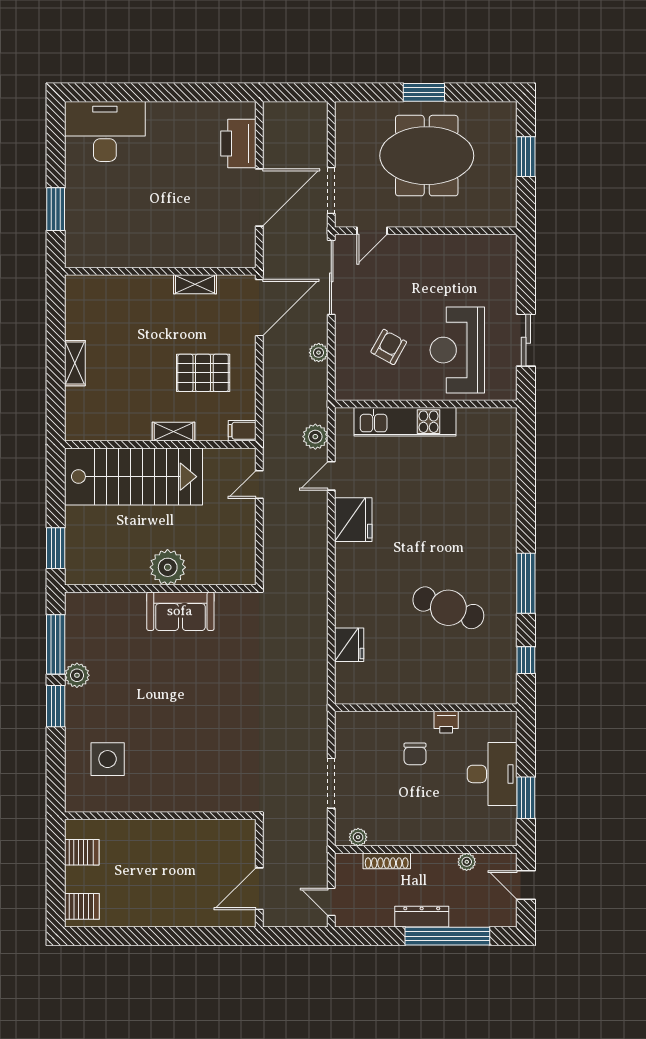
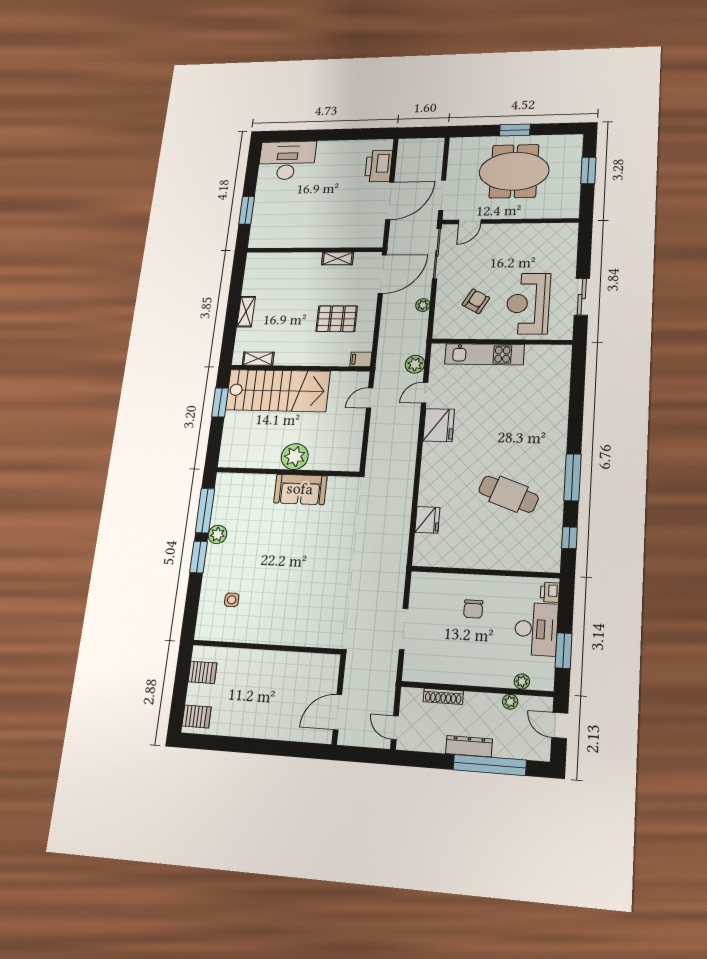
shelving: (173, 432) -> (258, 359), moved
window: (56, 548) -> (220, 402), moved
printer: (446, 722) -> (550, 592), moved, turned 90
side table: (108, 759) -> (232, 600), width x0.54, depth x0.54
plant: (358, 837) -> (522, 681), moved

